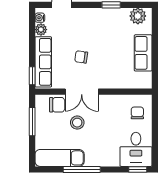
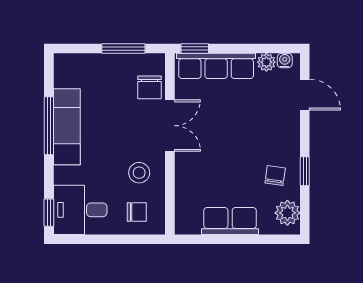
chair: (81, 57) -> (275, 175), moved
double door: (82, 92) -> (170, 126), swing flipped
stool: (77, 123) -> (139, 173), moved
exam couch: (60, 158) -> (67, 127), moved

